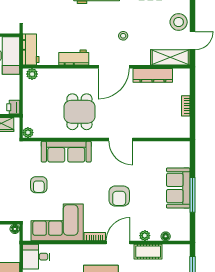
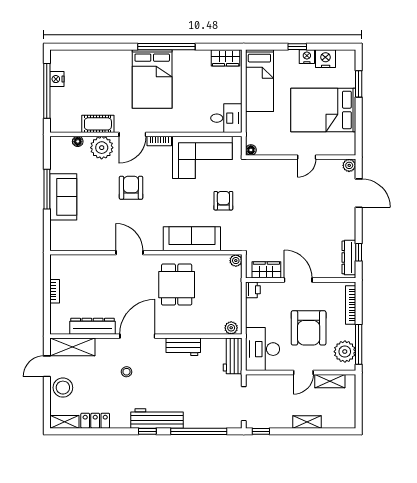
plant: (145, 236) -> (102, 148), width x1.87, depth x1.87

